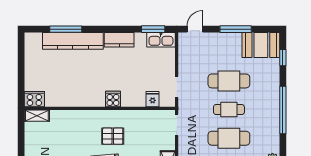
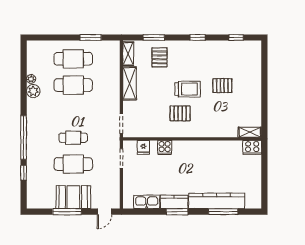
window: (153, 29) -> (177, 212), moved
kitchen sink: (161, 40) -> (147, 202), moved
booth: (261, 45) -> (73, 197), moved
window: (283, 58) -> (24, 173), moved
cooker: (113, 99) -> (165, 147), moved
cafe table: (229, 138) -> (73, 111), removed

